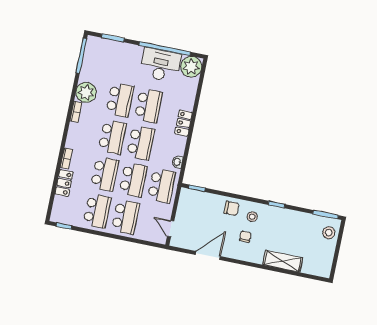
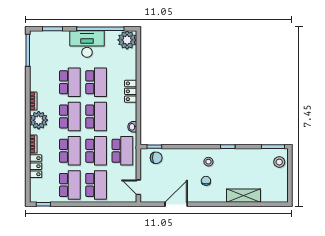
desk: (160, 65) -> (87, 44), moved
plant: (86, 92) -> (39, 120), moved
chair: (231, 208) -> (156, 158), moved

